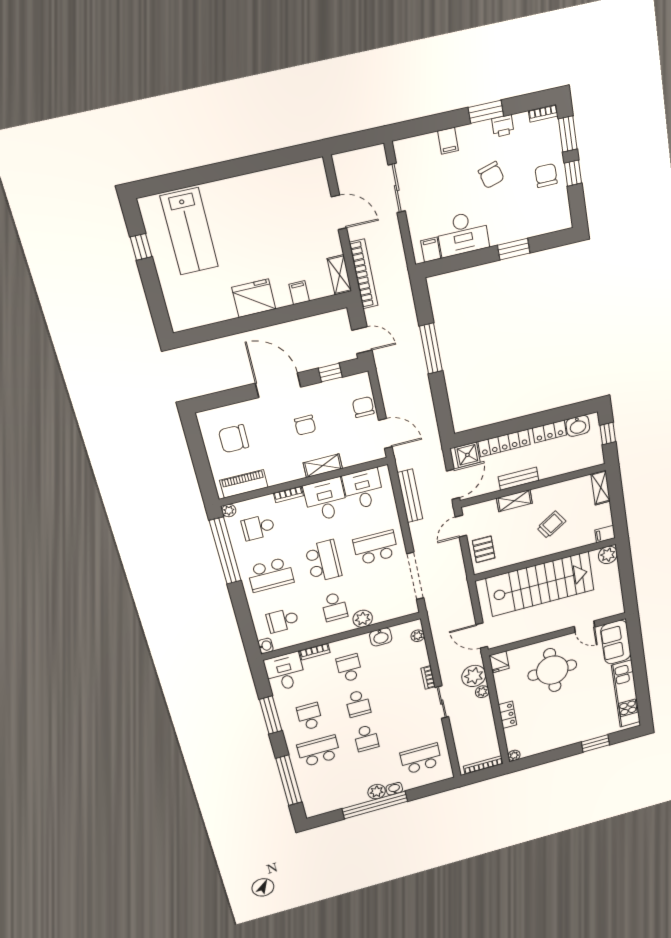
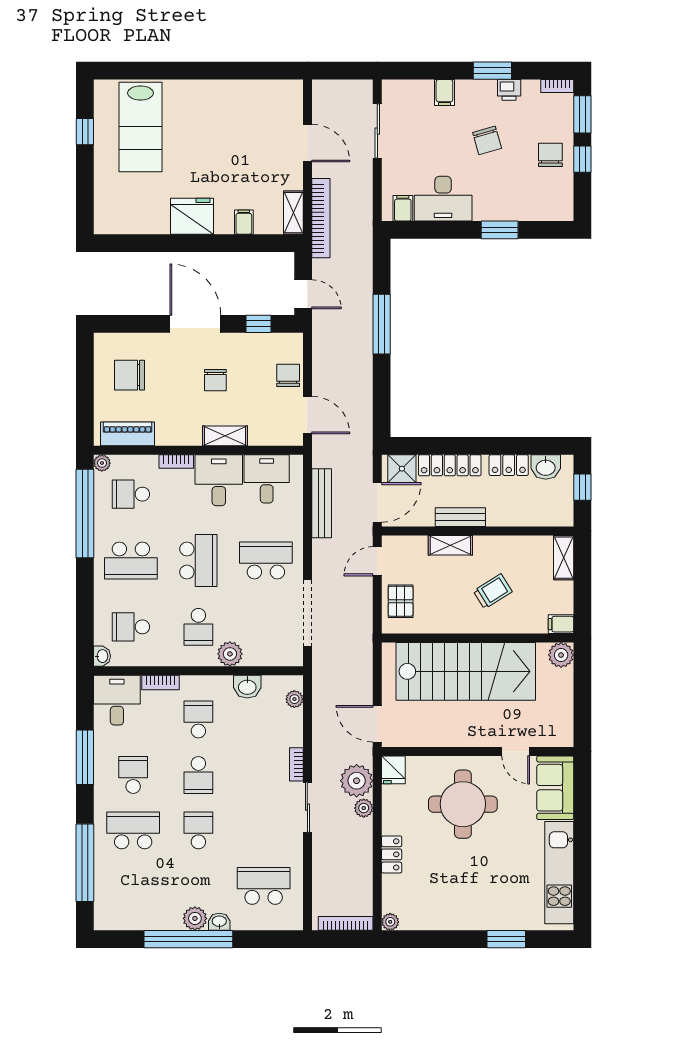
school desk: (366, 738) -> (198, 830), turned 180

